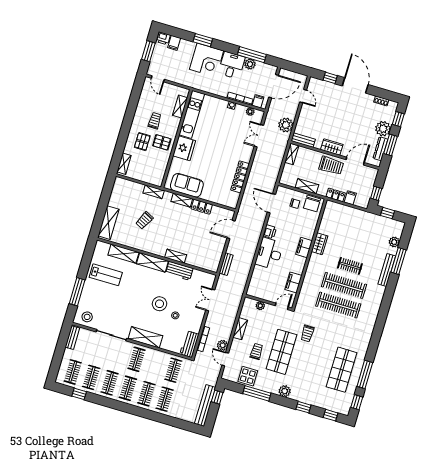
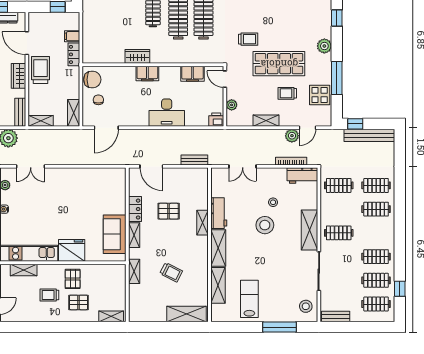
locker: (240, 177) -> (86, 174), removed
shelving: (307, 186) -> (74, 113), moved
pallet: (192, 232) -> (169, 211), added
printer: (270, 232) -> (216, 120), moved
clothes rail: (128, 388) -> (376, 233), removed

